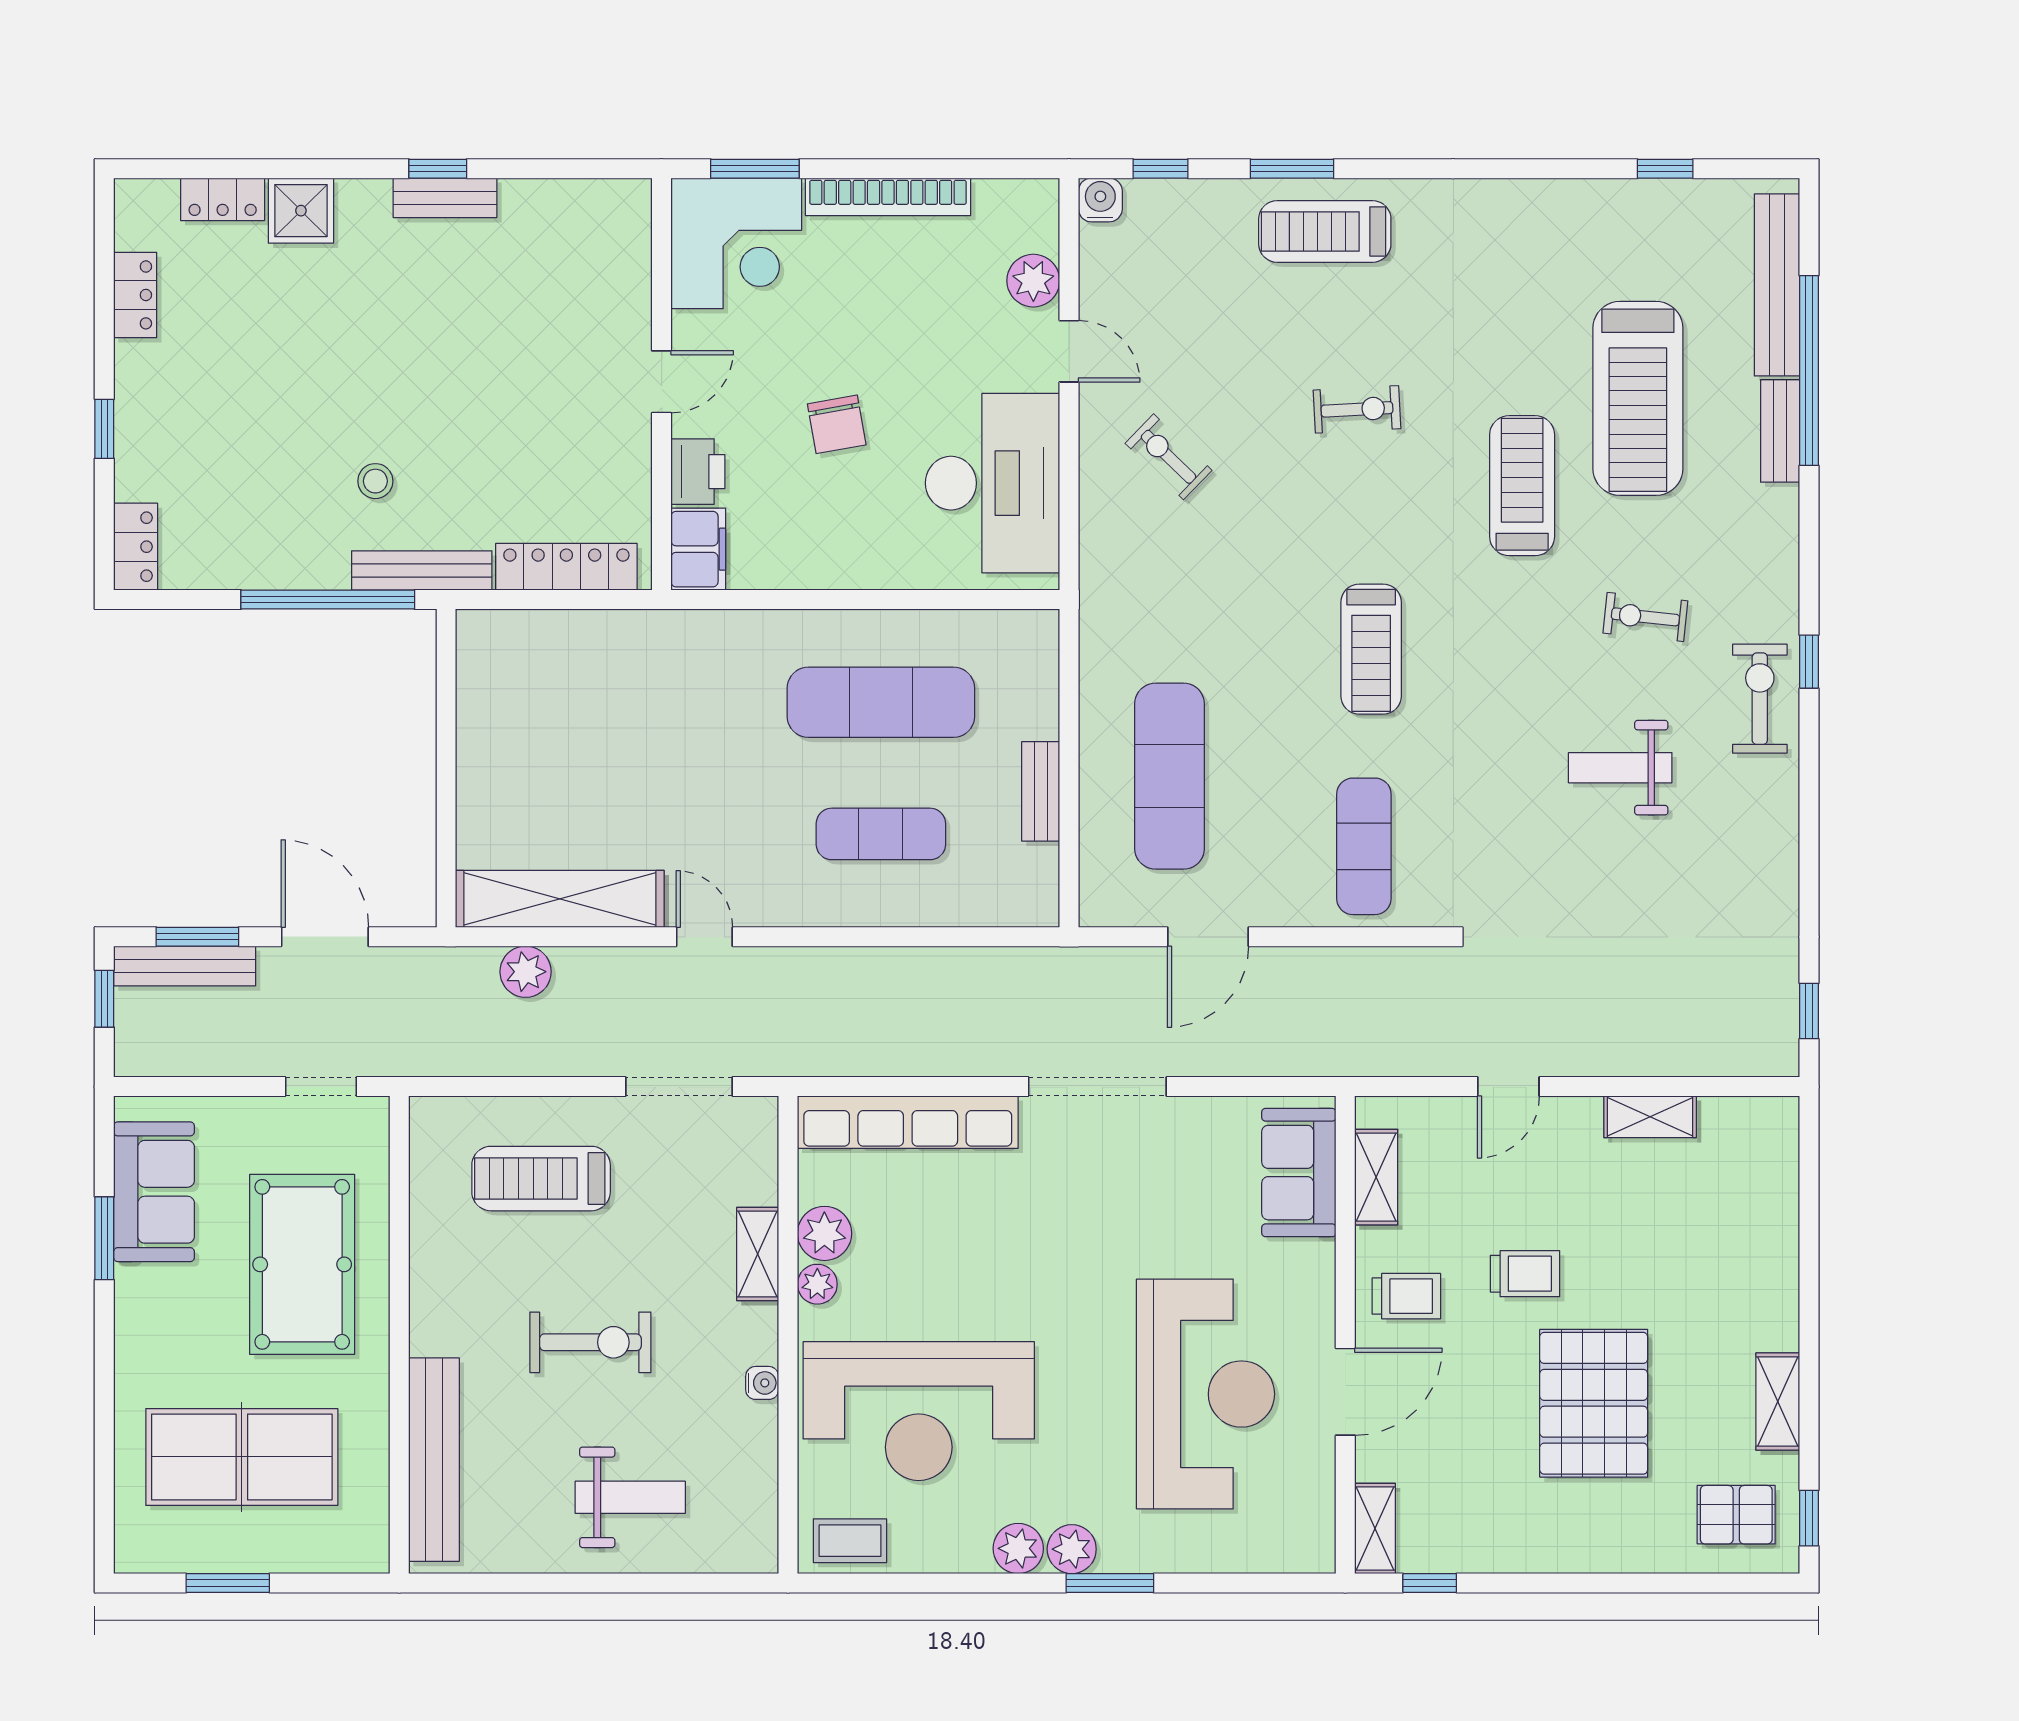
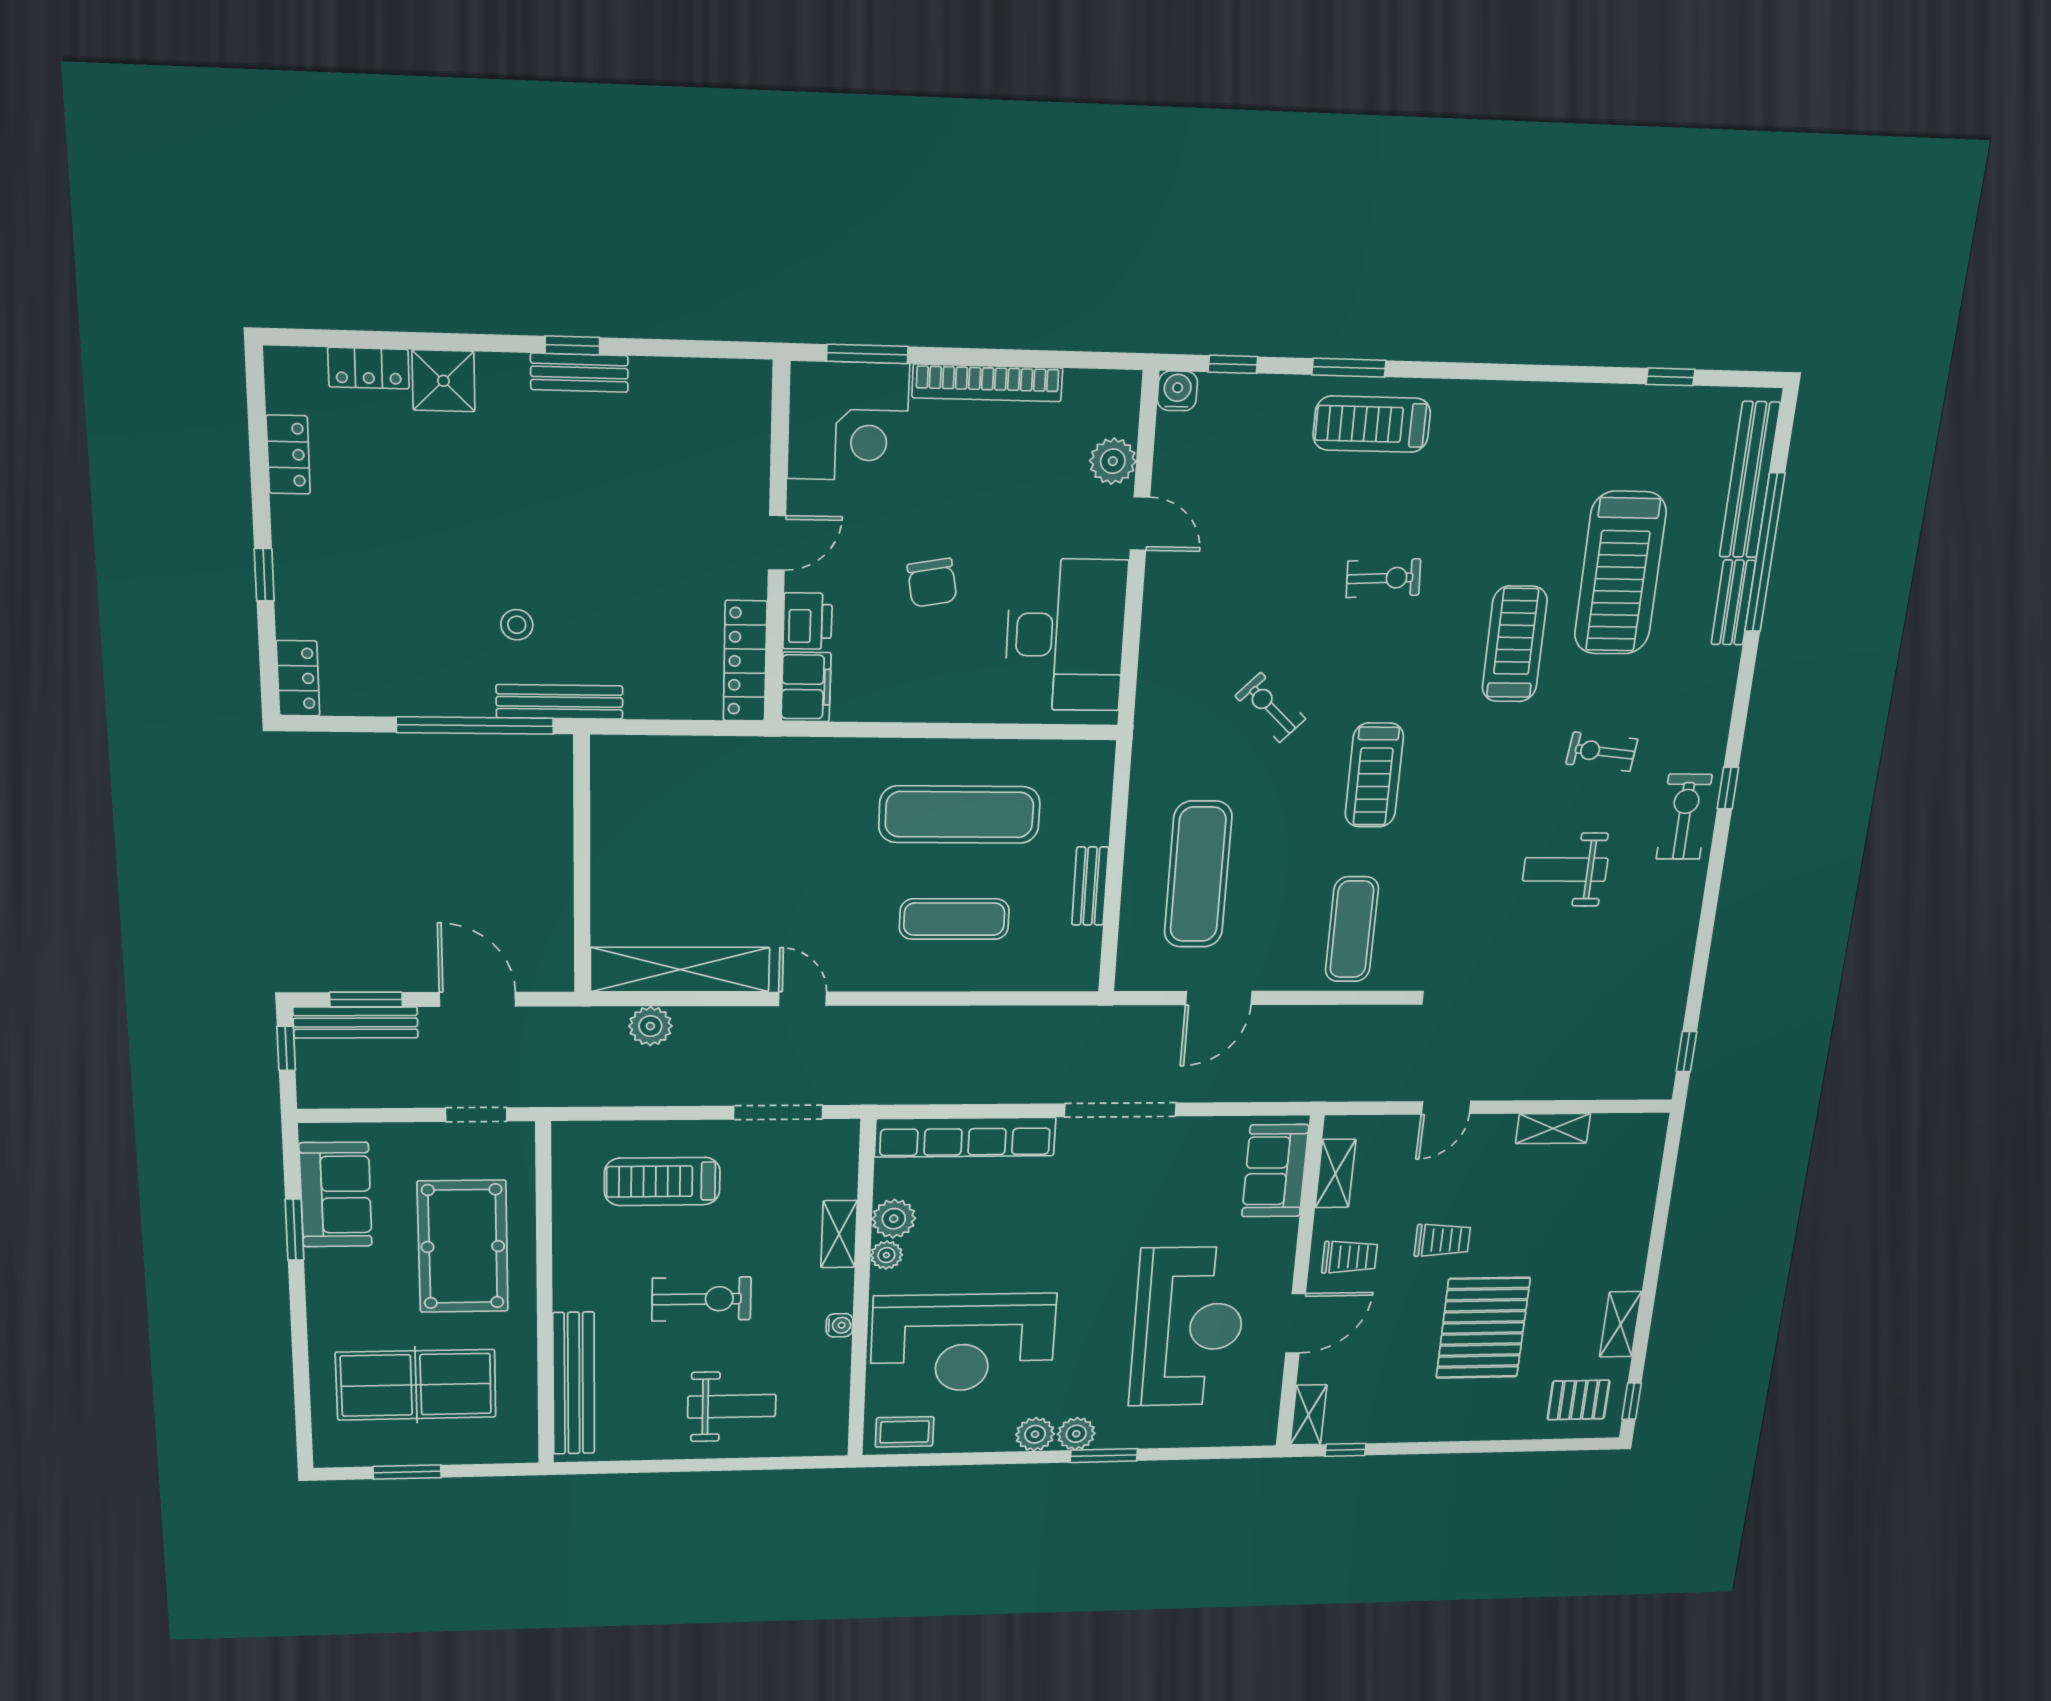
exercise bike: (1169, 457) -> (1270, 707), moved
locker: (566, 567) -> (745, 661), moved, turned -90

